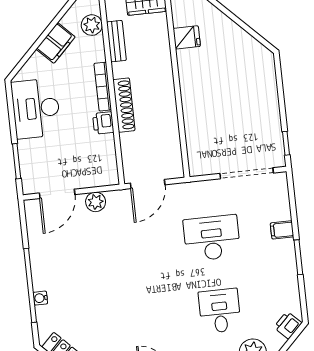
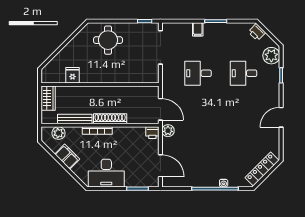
bench: (116, 41) -> (75, 119), width x1.36
round table: (249, 88) -> (108, 40), added
printer: (103, 123) -> (152, 133), moved
plant: (96, 202) -> (168, 131), moved
desk: (212, 238) -> (198, 73), width x0.73

